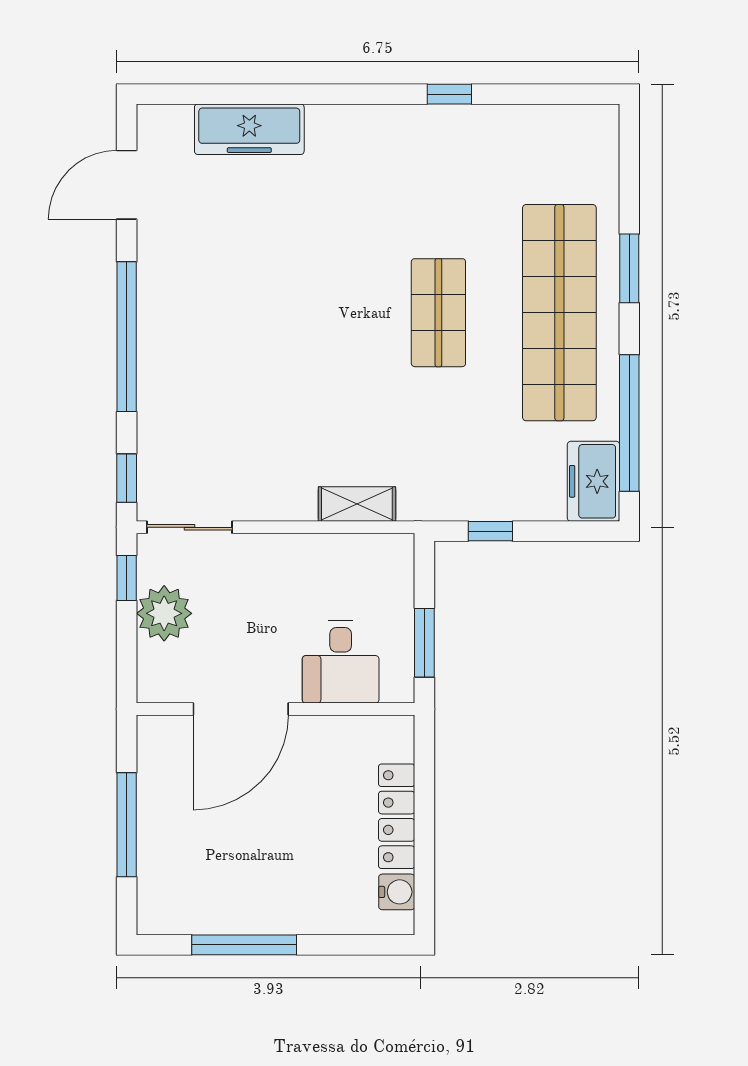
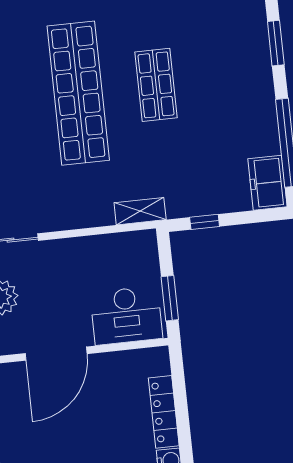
shop shelf: (559, 313) -> (78, 93), moved
shelving: (357, 504) -> (140, 211), moved
desk: (341, 662) -> (126, 315), width x1.37

